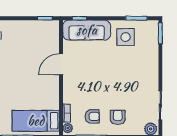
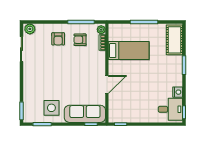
bed: (36, 121) -> (129, 51), moved

